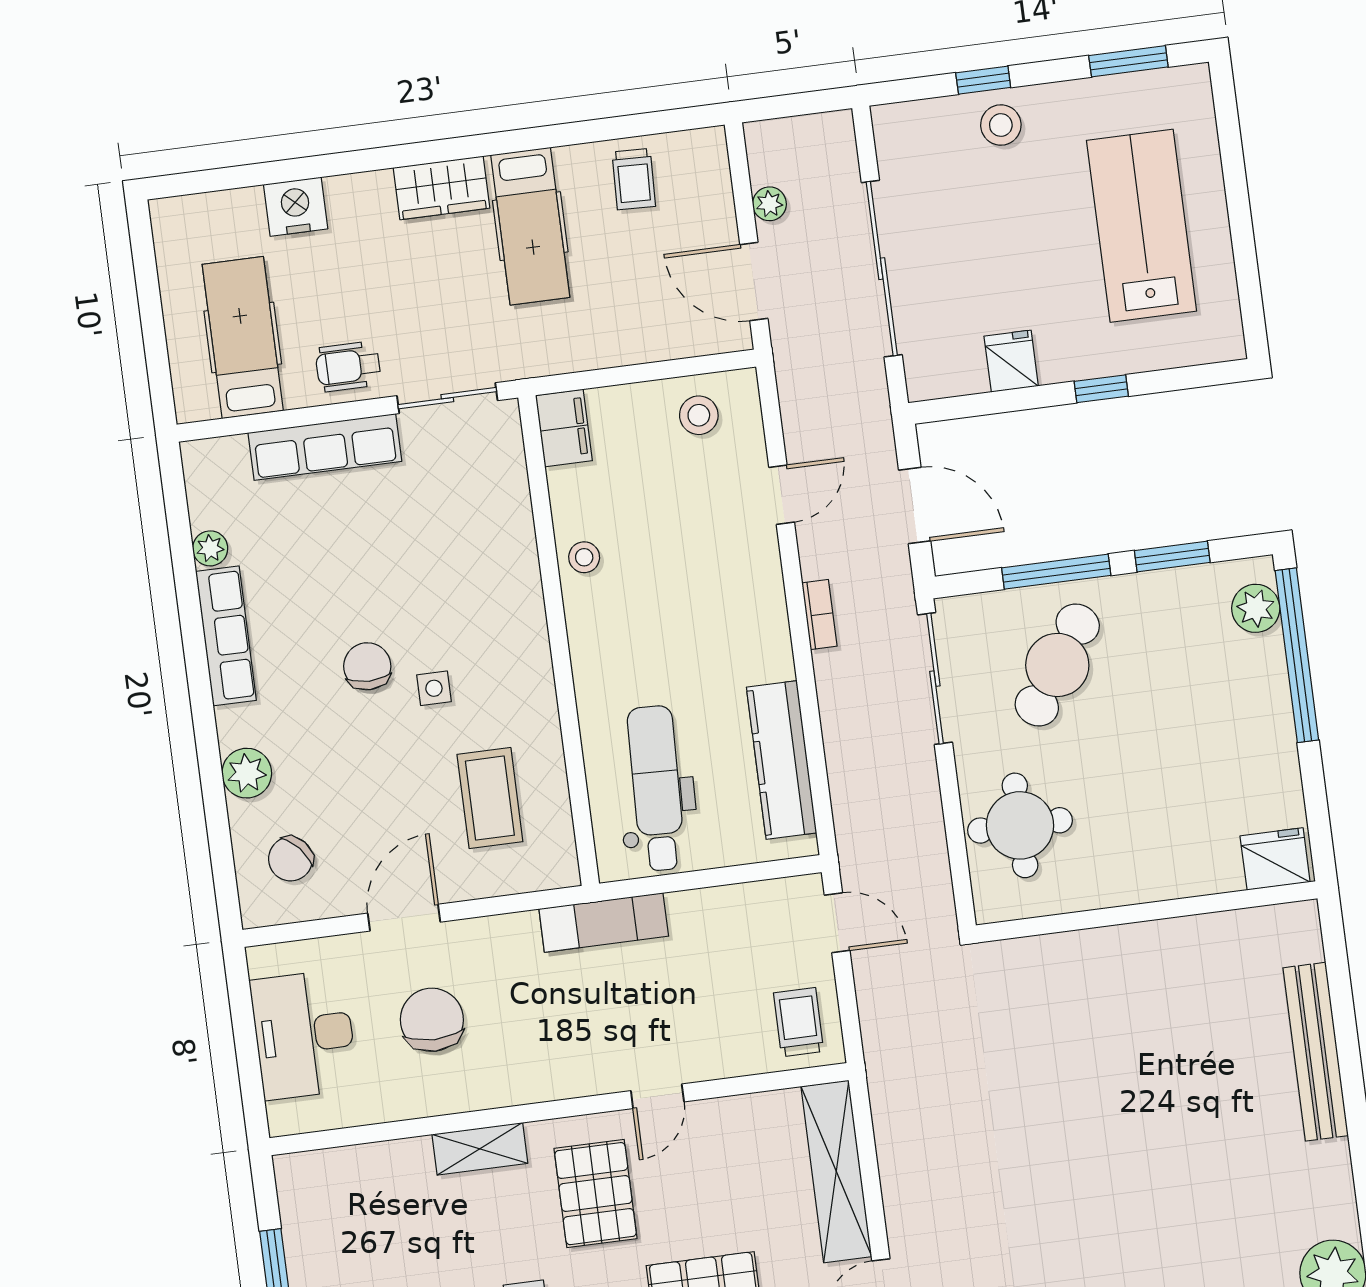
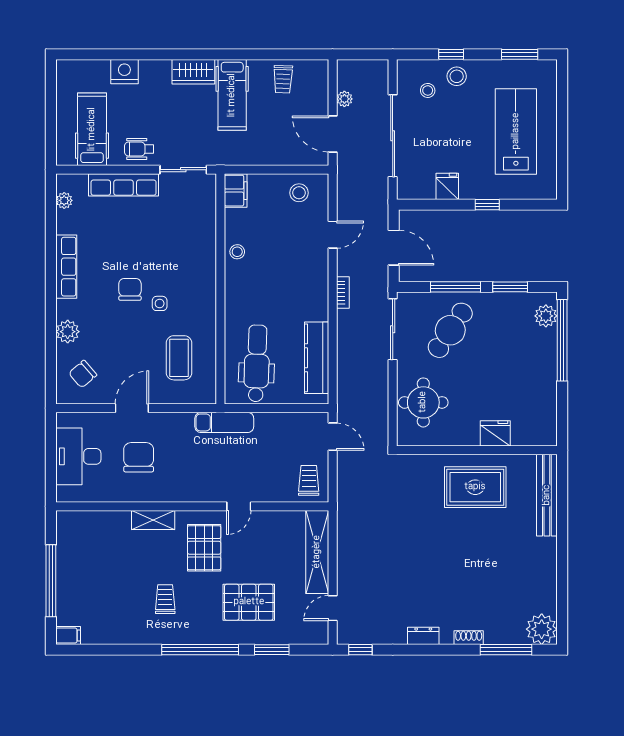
stool: (943, 163) -> (428, 90), added
plant: (210, 548) -> (64, 200), moved
fridge: (1275, 859) -> (495, 433), moved
rug: (1153, 991) -> (475, 487), added
bench: (1316, 1052) -> (547, 495), moved

